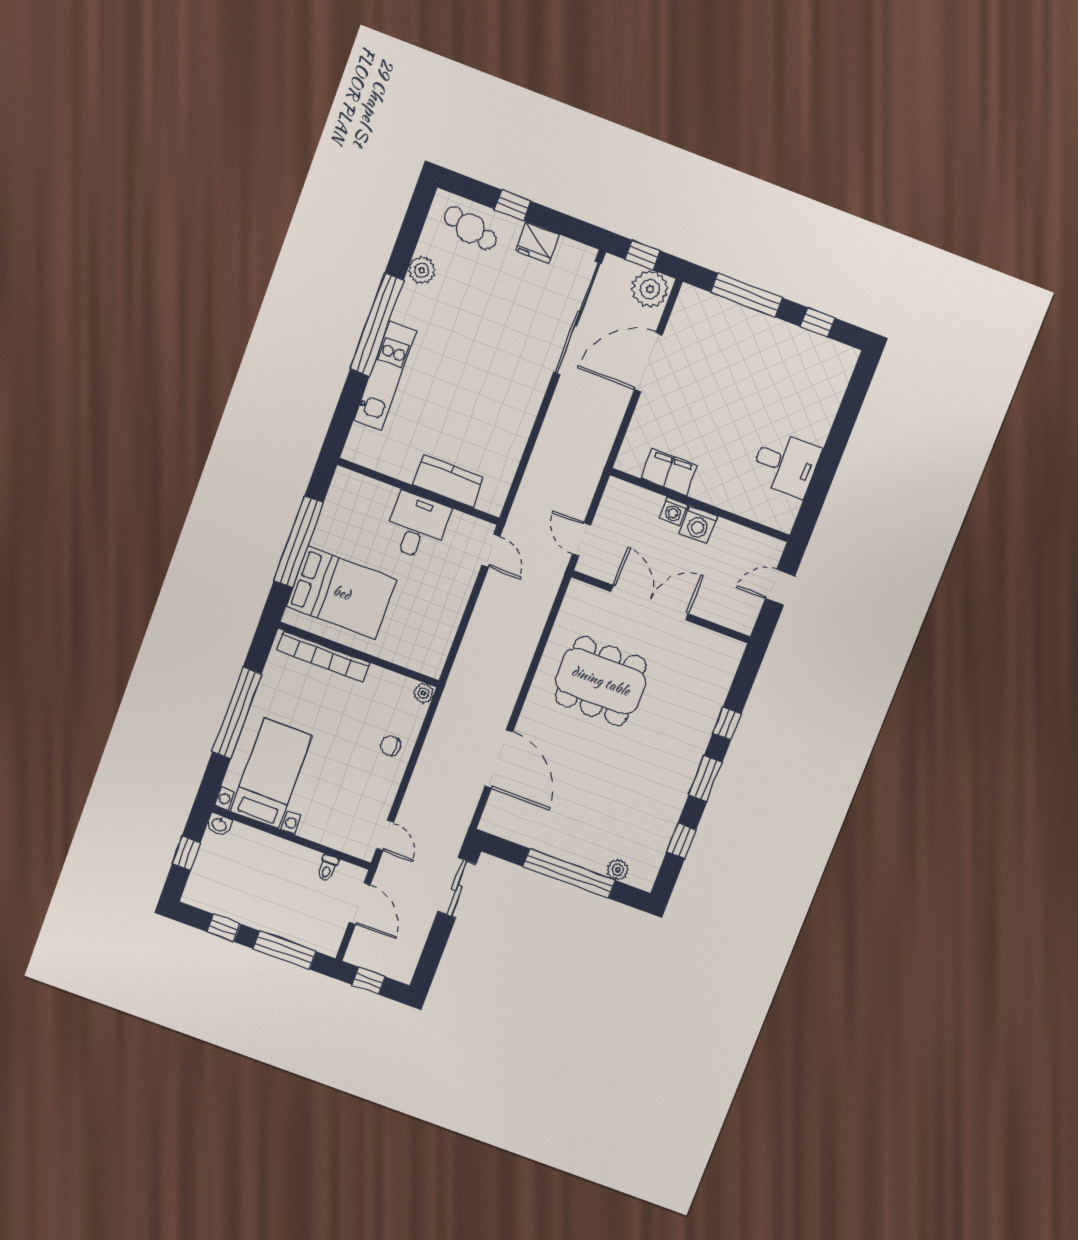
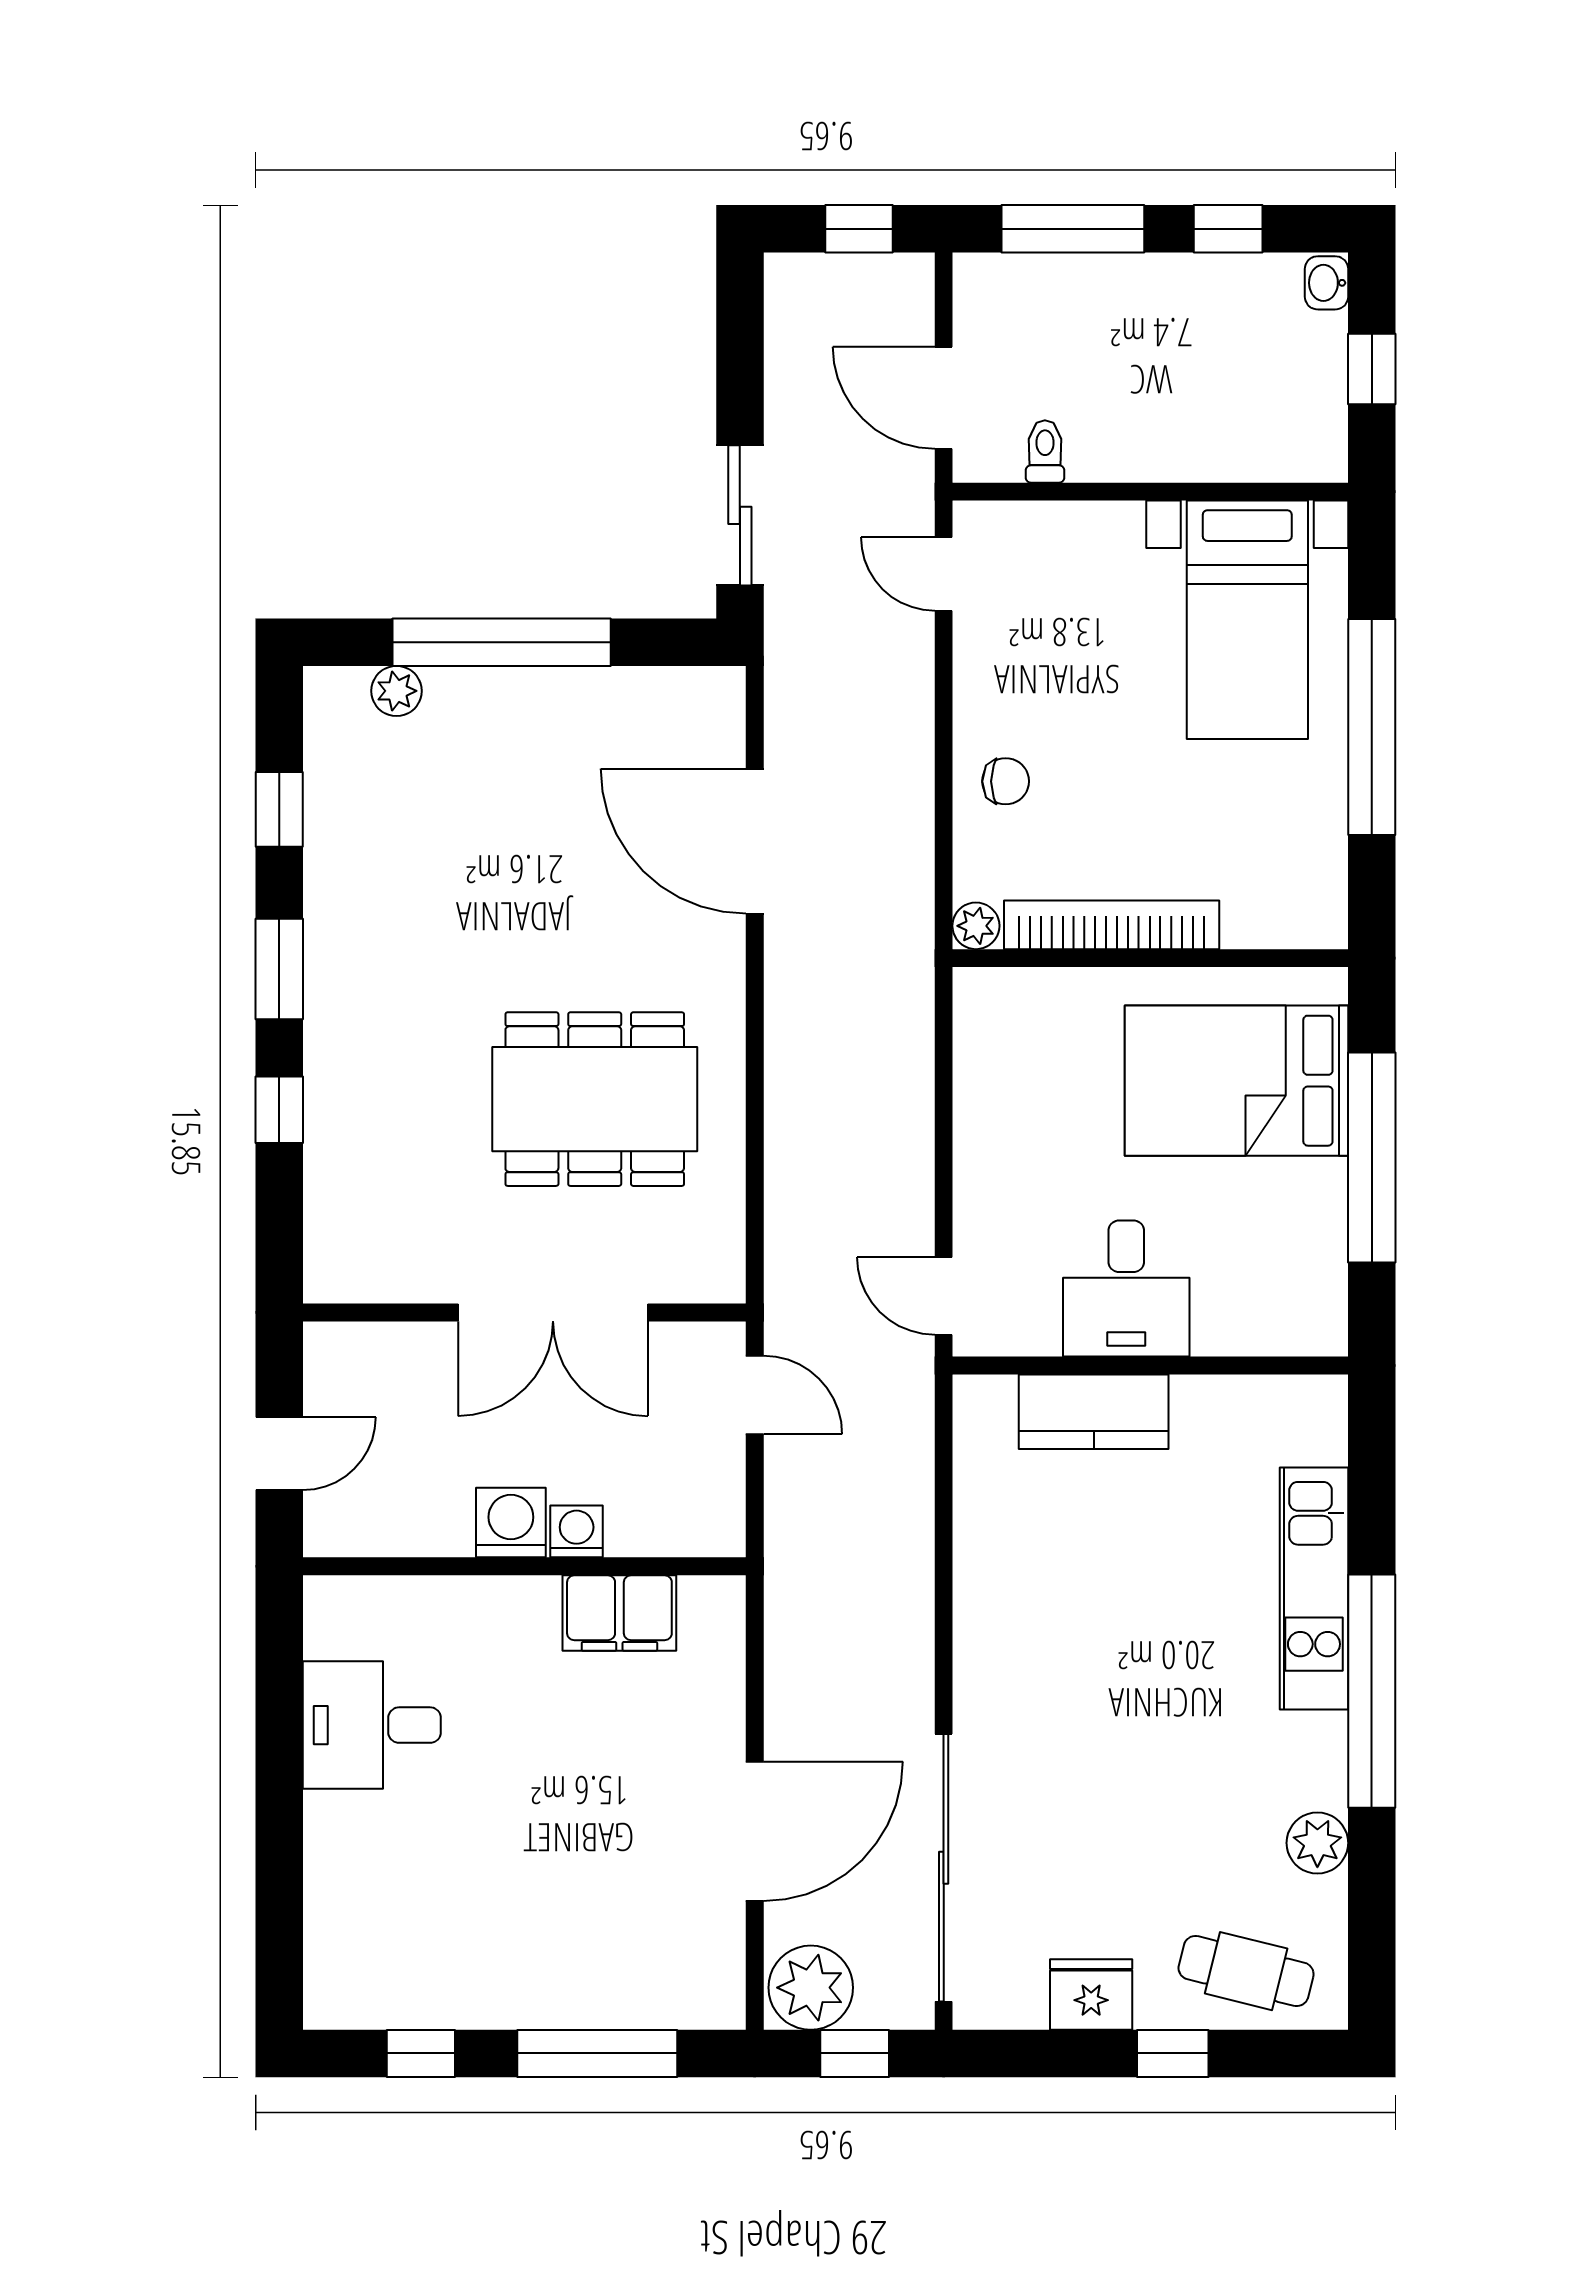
bookcase: (323, 656) -> (1112, 925), moved
washbasin: (219, 825) -> (1326, 283), moved, turned -90

